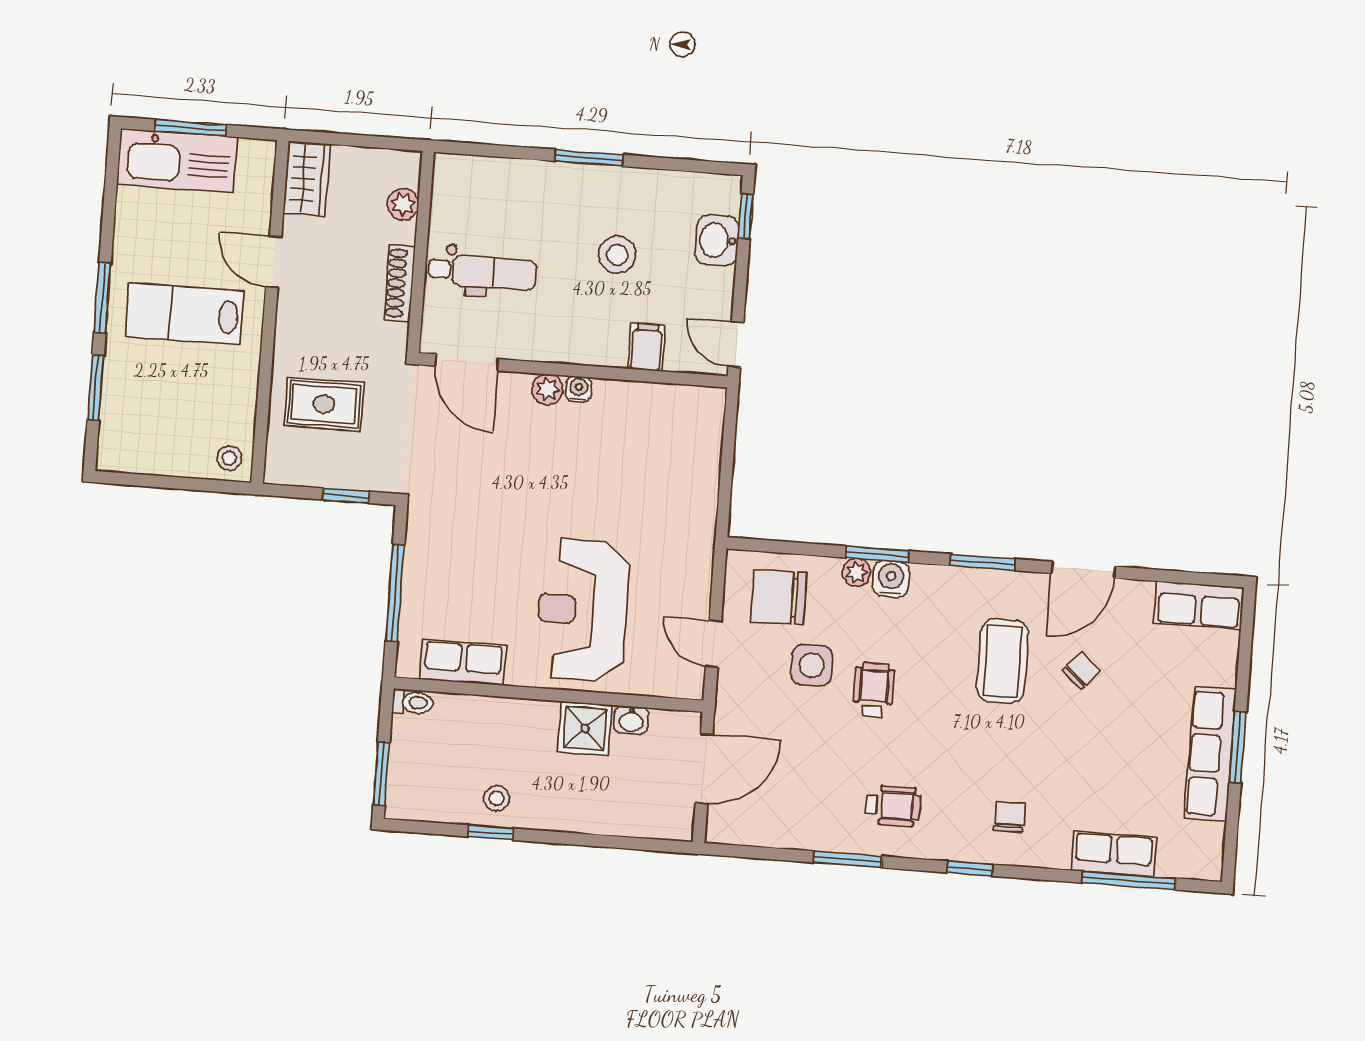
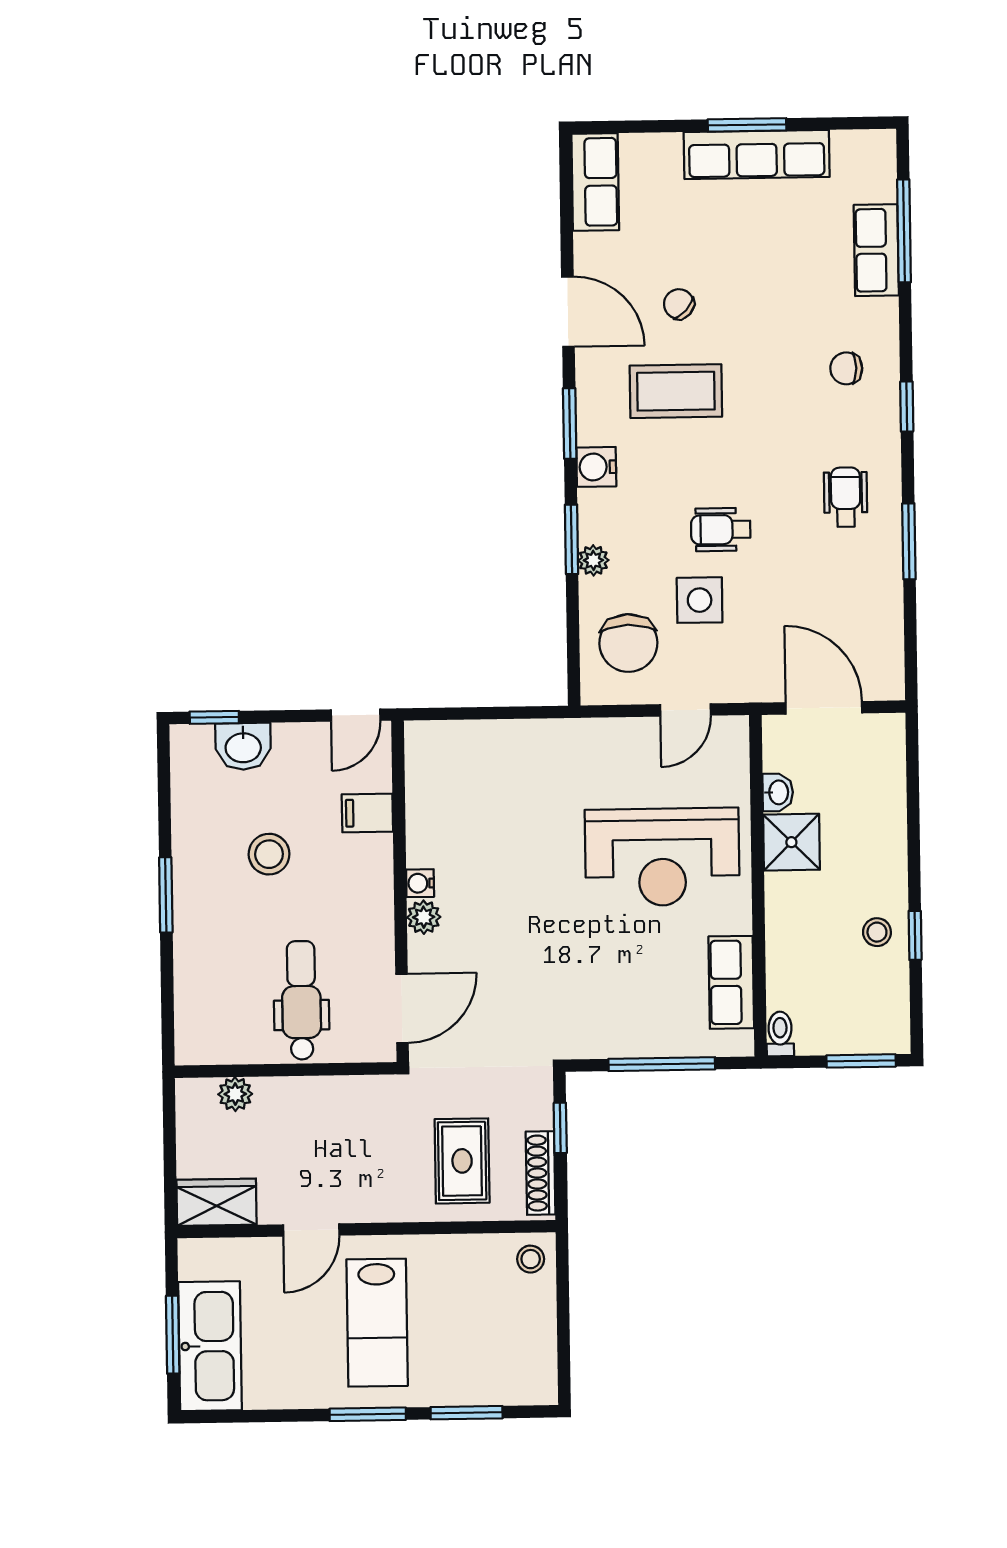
shoe rack: (400, 283) -> (541, 1173), moved, turned 90
water cooler: (891, 579) -> (596, 467), moved

